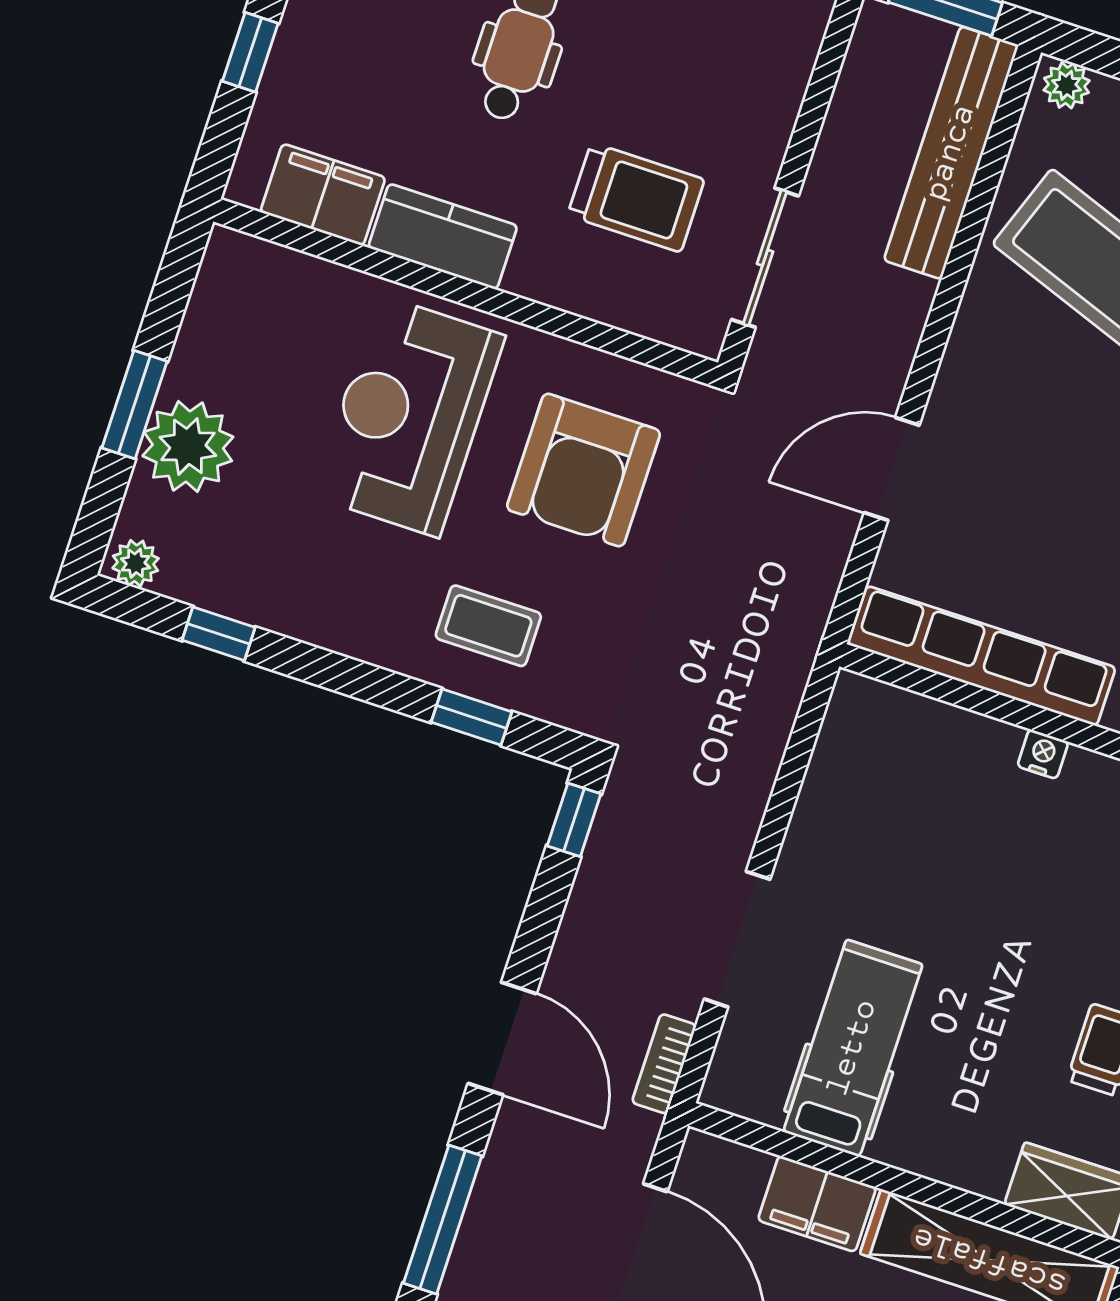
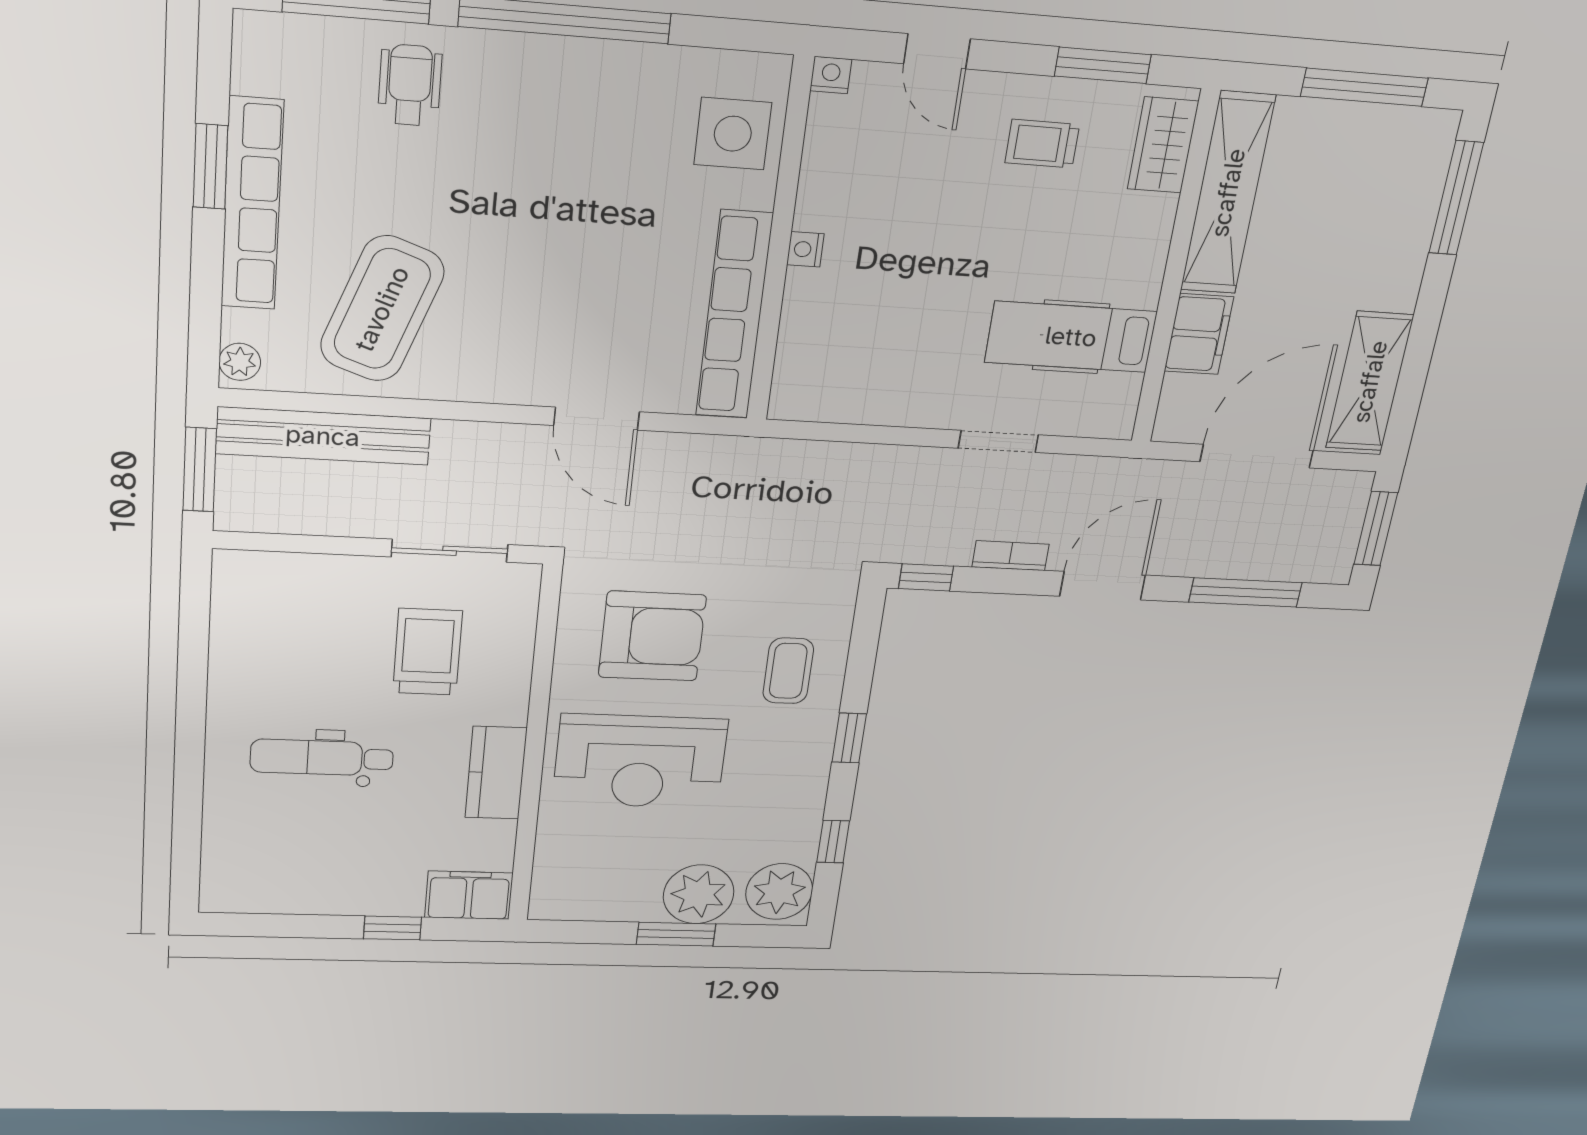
filing cabinet: (323, 195) -> (469, 895), moved, turned 90
plant: (136, 563) -> (779, 892), width x1.88, depth x1.88
window: (471, 717) -> (849, 738), moved
doorway: (737, 939) -> (998, 441), width x0.73
bookcase: (664, 1064) -> (1010, 556), moved, turned 180

